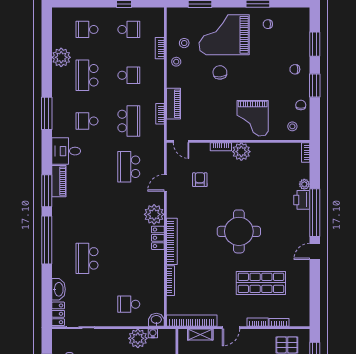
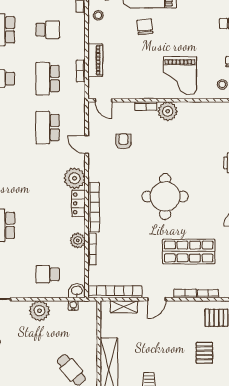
school desk: (129, 121) -> (48, 79), turned 180
door: (165, 183) -> (87, 145), hinge flipped
plant: (157, 273) -> (78, 240), added
plant: (138, 338) -> (39, 311), moved

